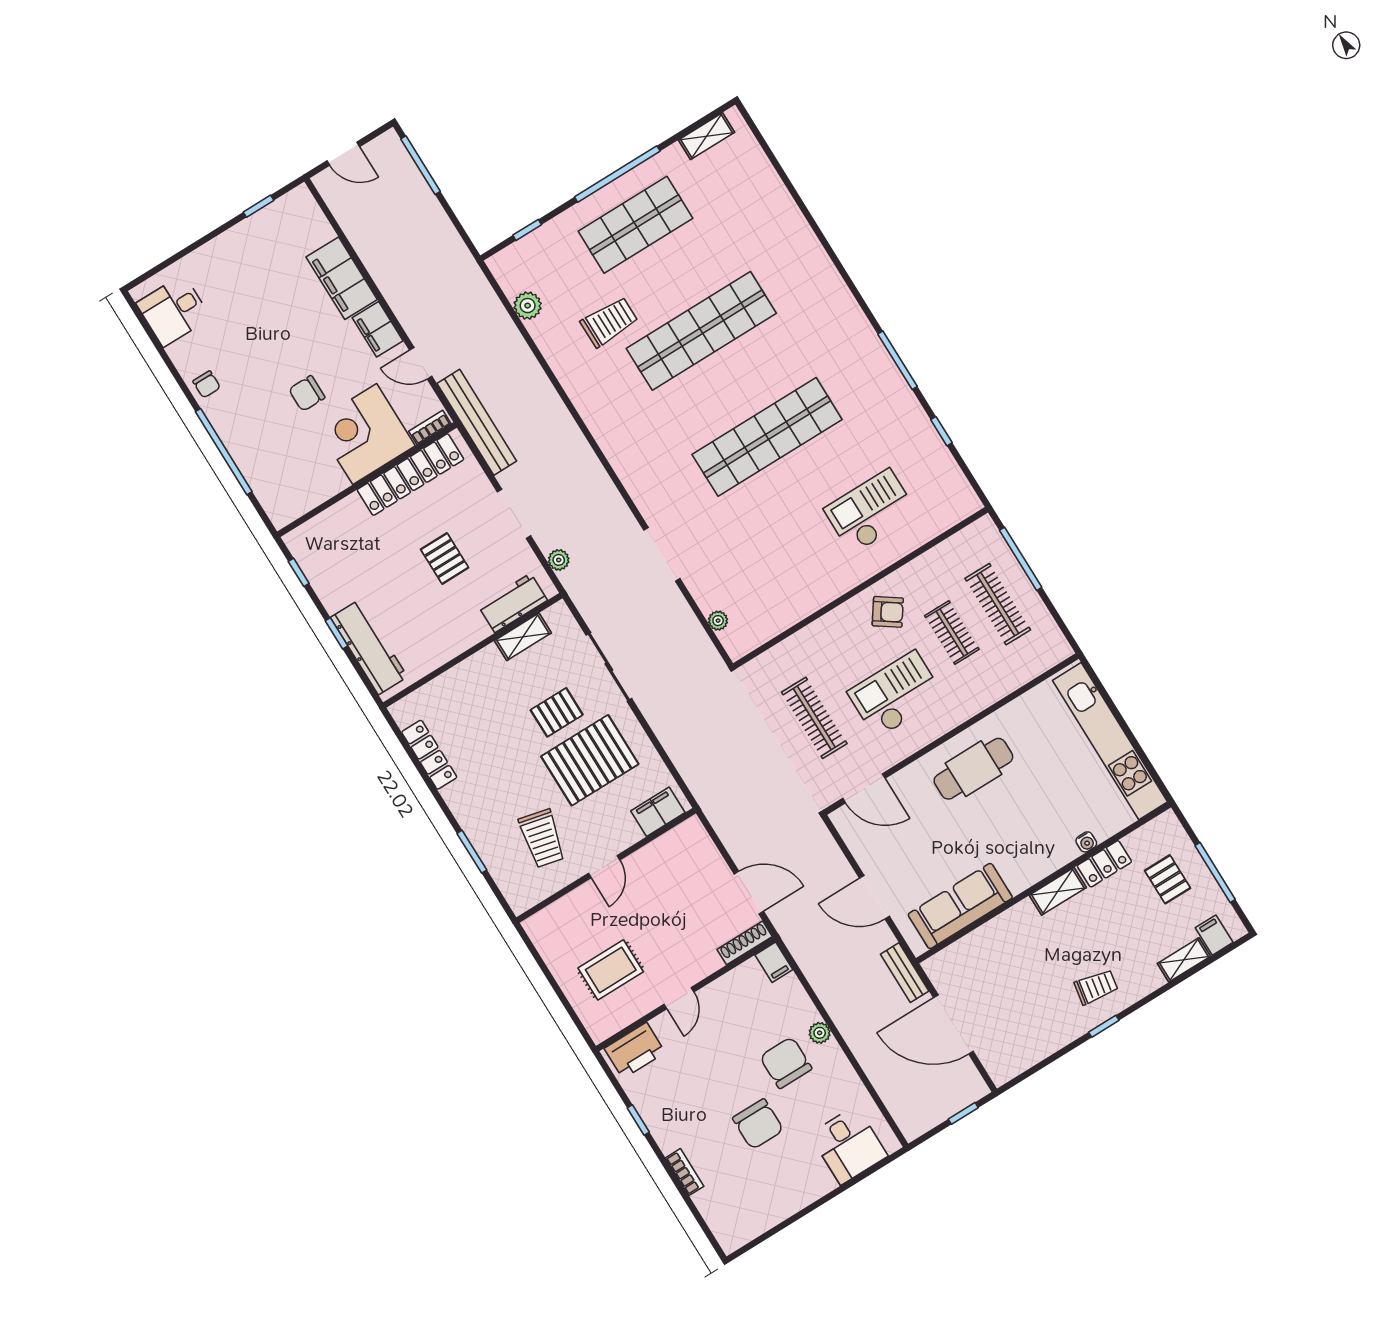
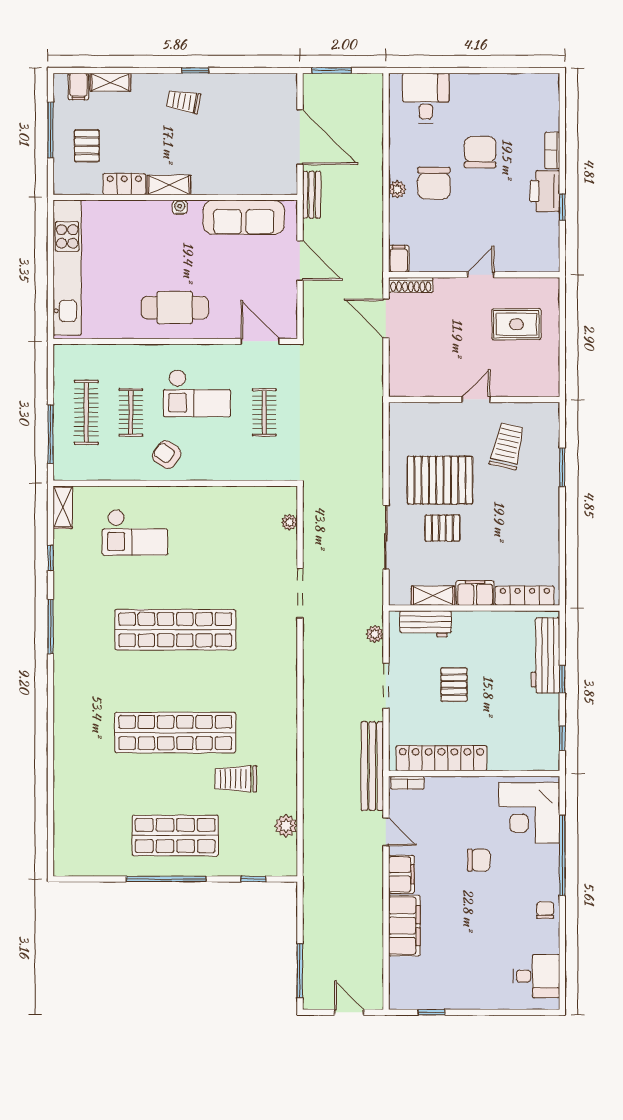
shelving: (706, 136) -> (63, 507), moved, turned 90
corner desk: (365, 434) -> (529, 813), moved, turned 90
clothes rail: (814, 718) -> (264, 412), width x0.73
locker: (429, 755) -> (525, 596), moved, turned 90
filing cabinet: (658, 812) -> (475, 593), moved, turned 180
water cooler: (1086, 842) -> (180, 207), moved
printer: (635, 1050) -> (545, 191), moved, turned -90
window: (963, 1113) -> (332, 71), width x1.50

